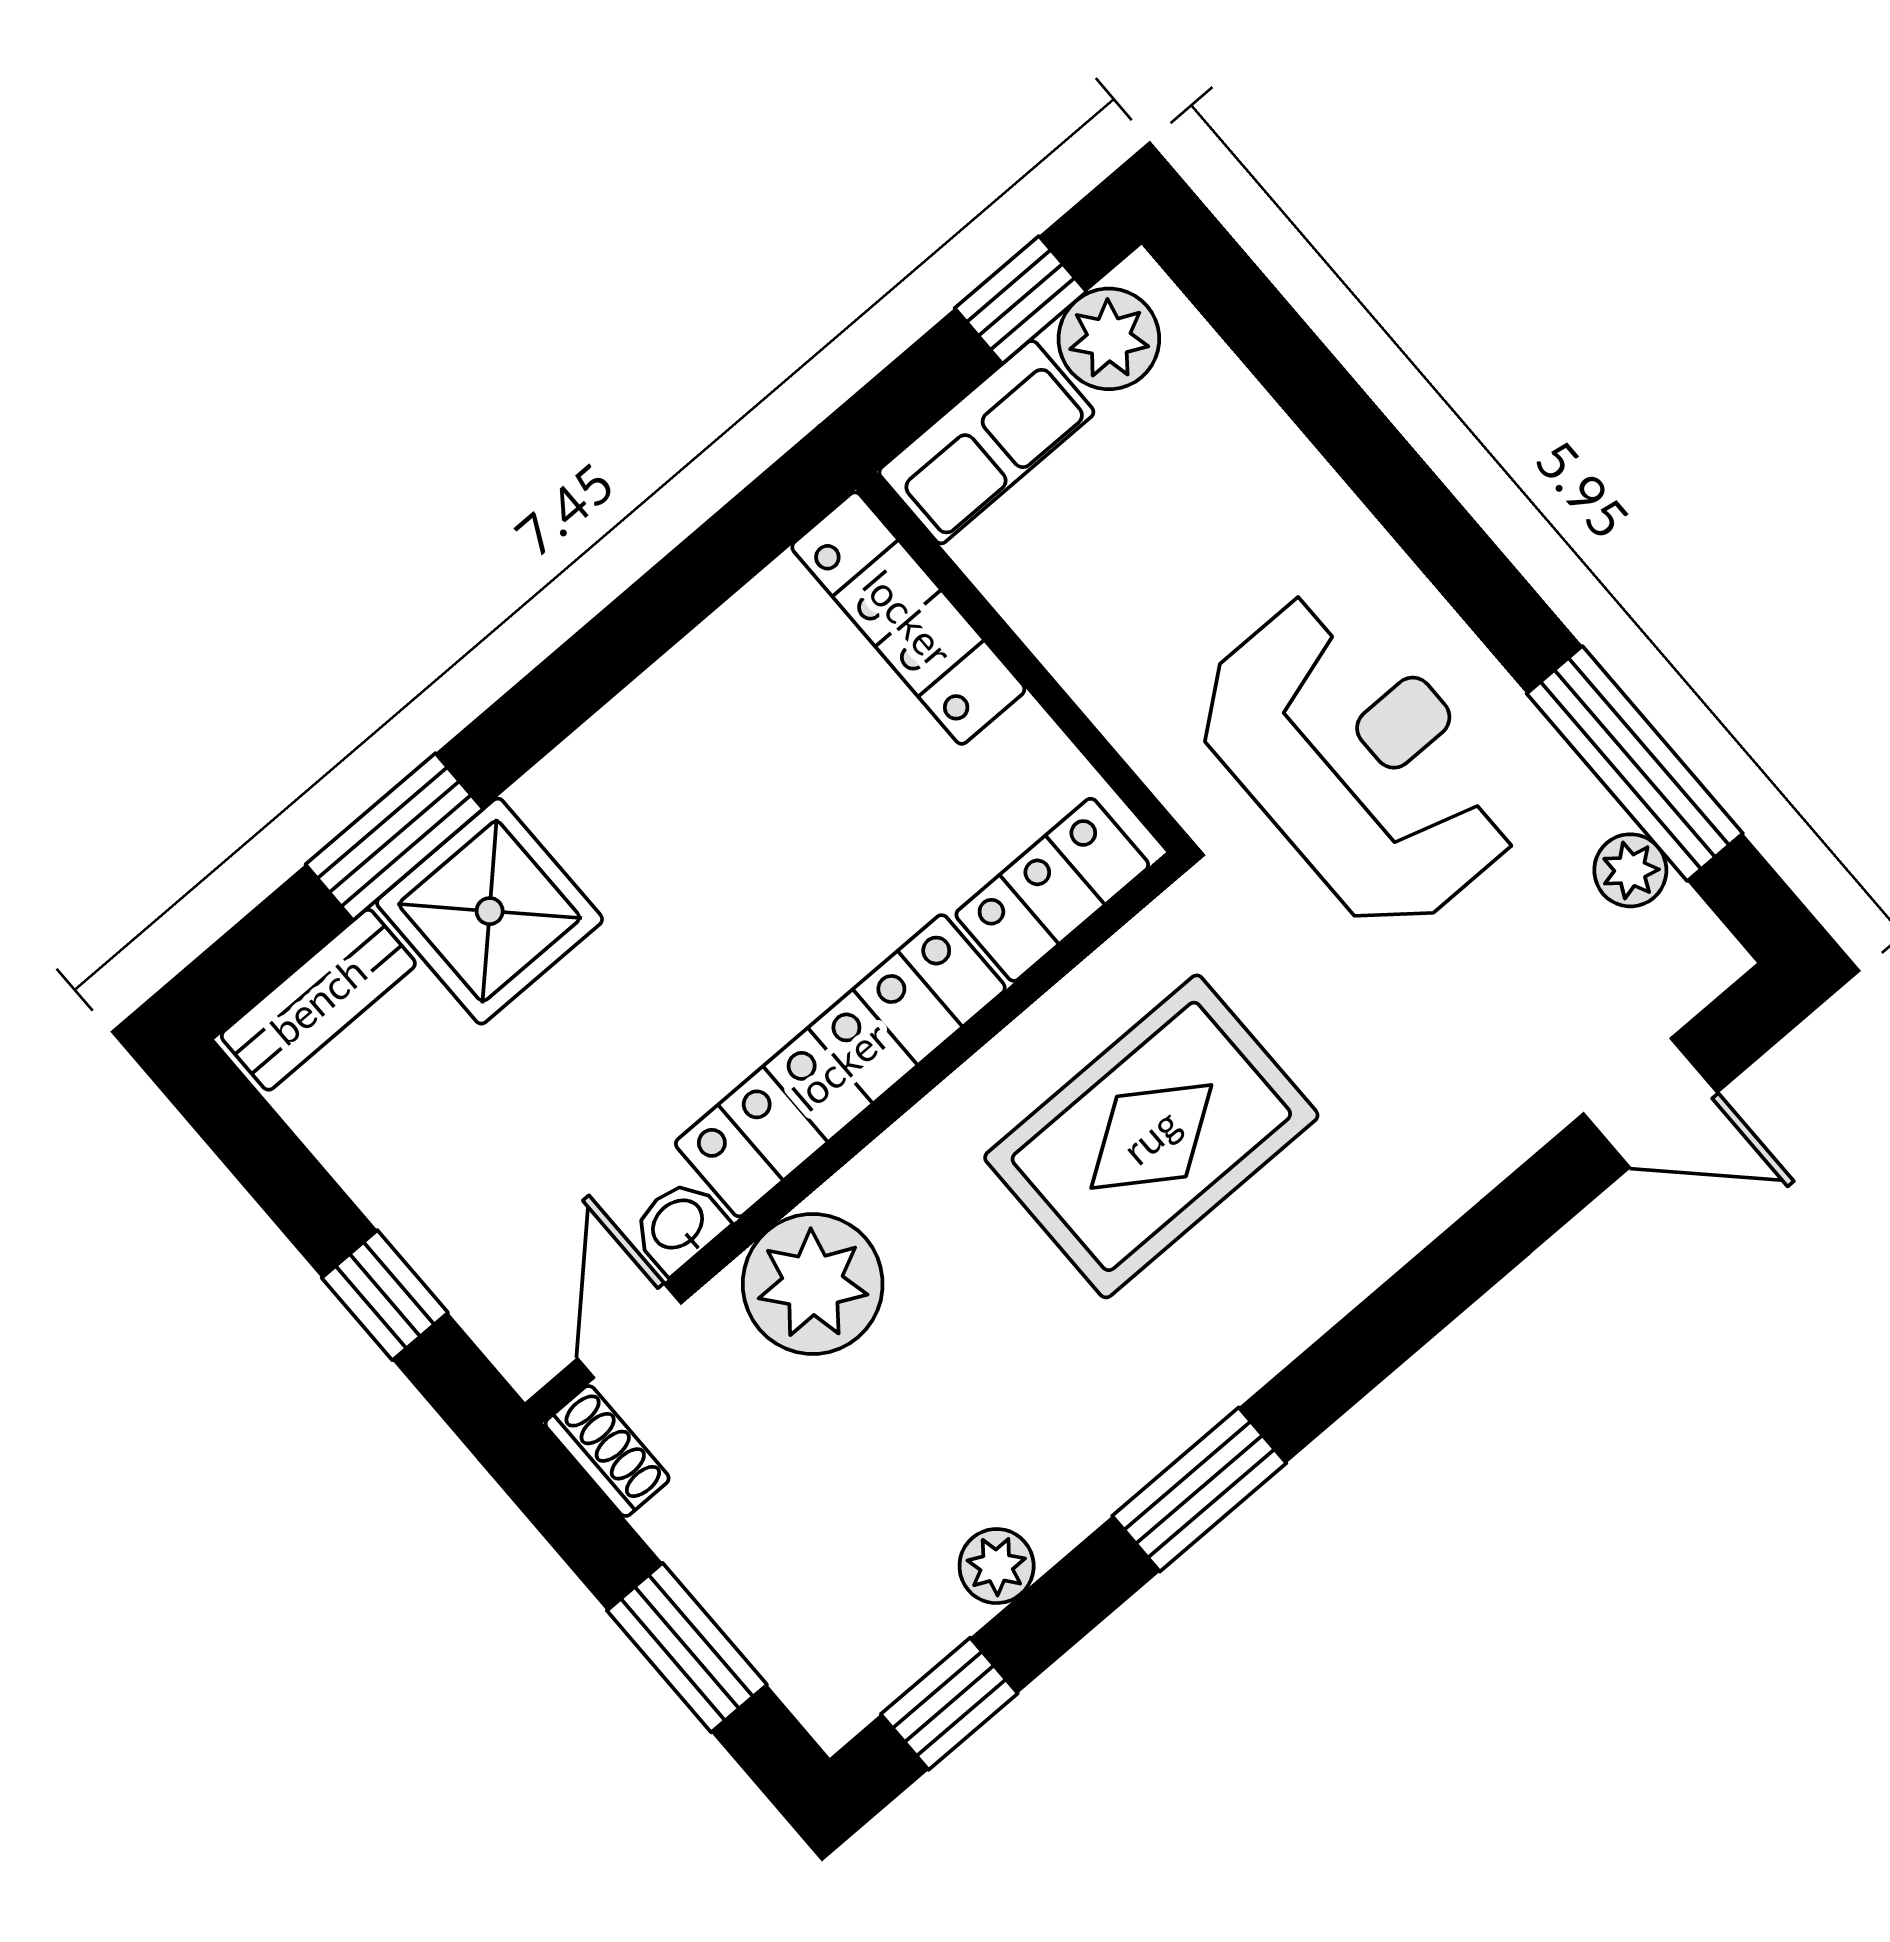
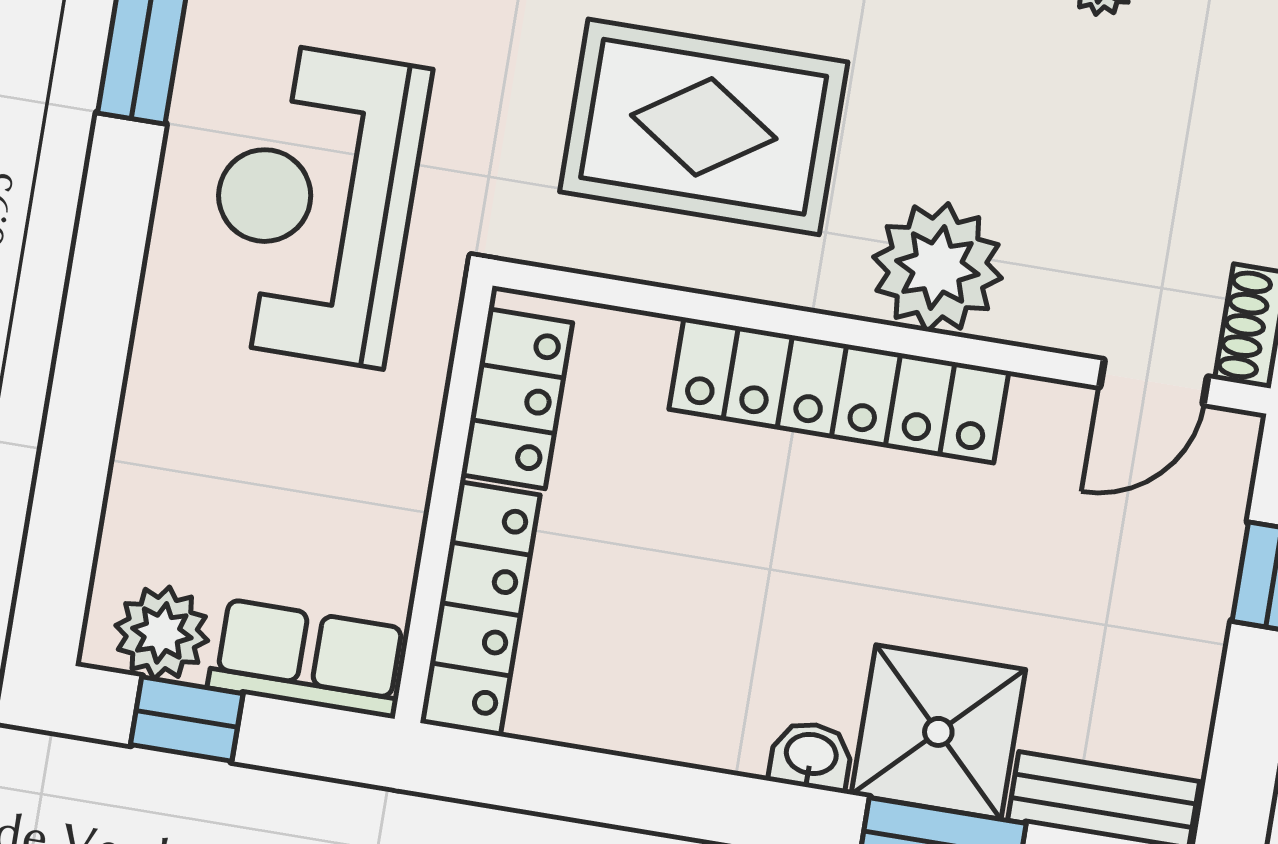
locker: (1052, 890) -> (517, 399), moved, turned -90
washbasin: (679, 1226) -> (811, 756), moved, turned 180
plant: (813, 1284) -> (937, 268), moved

